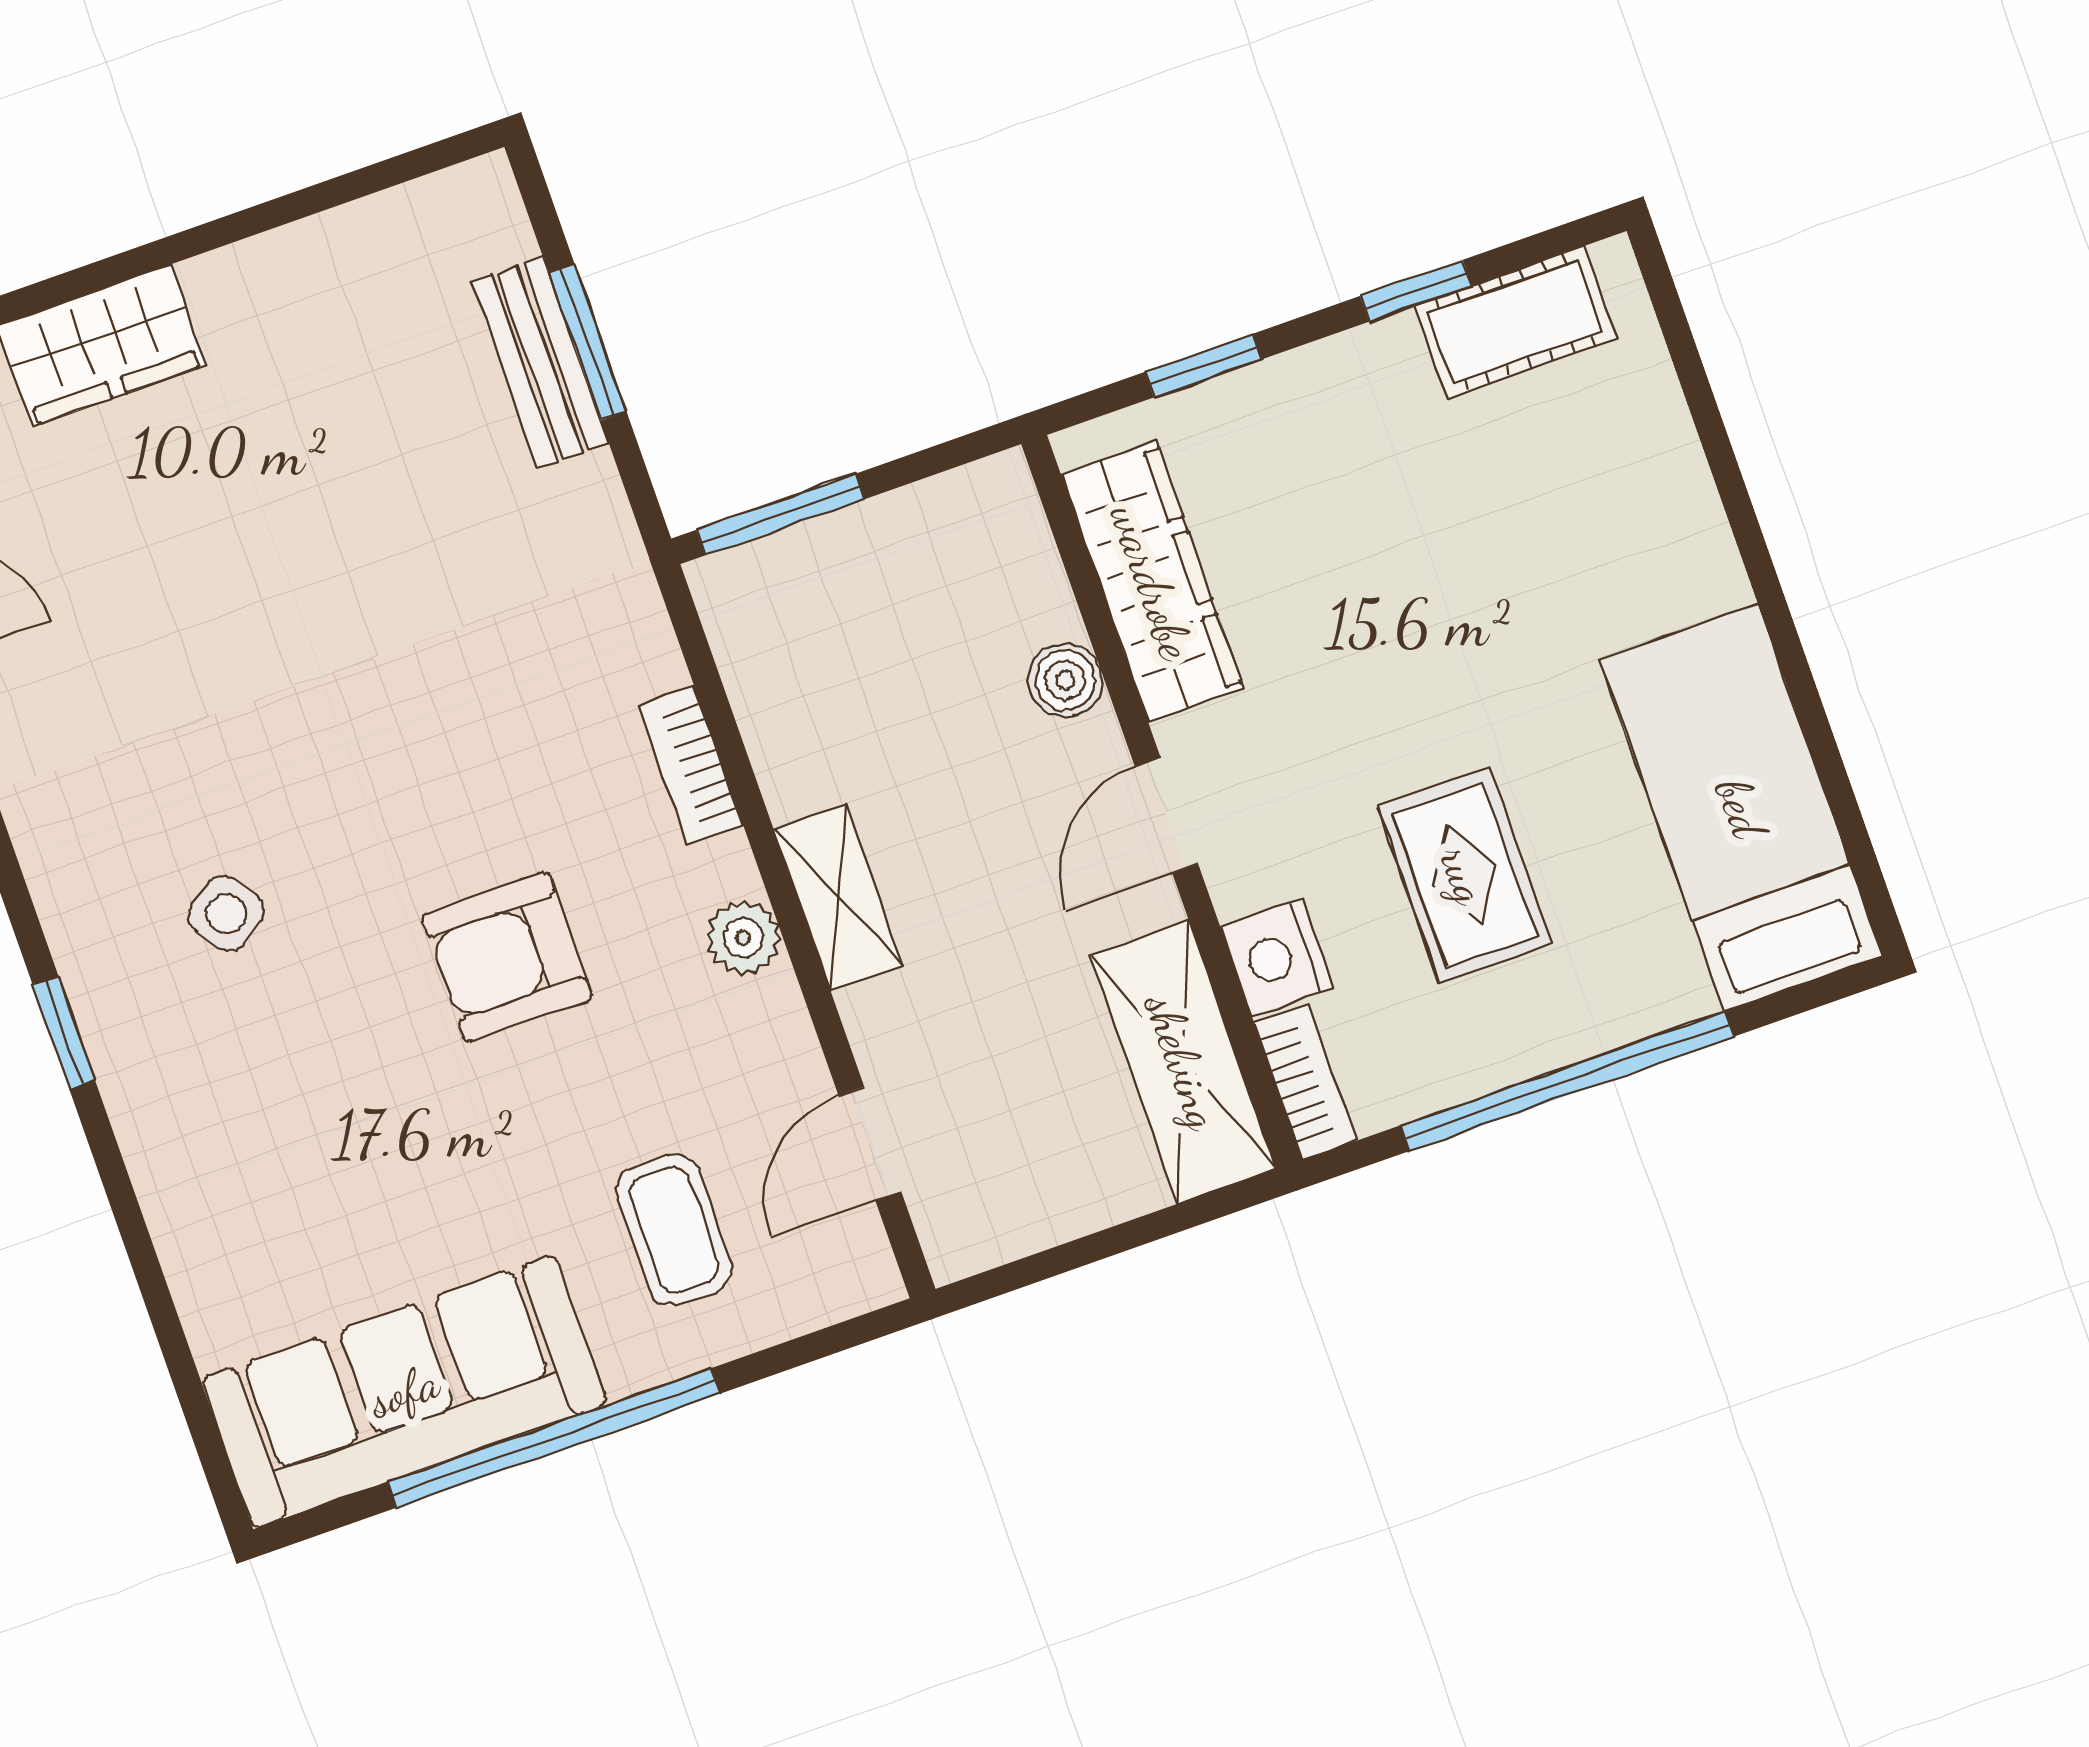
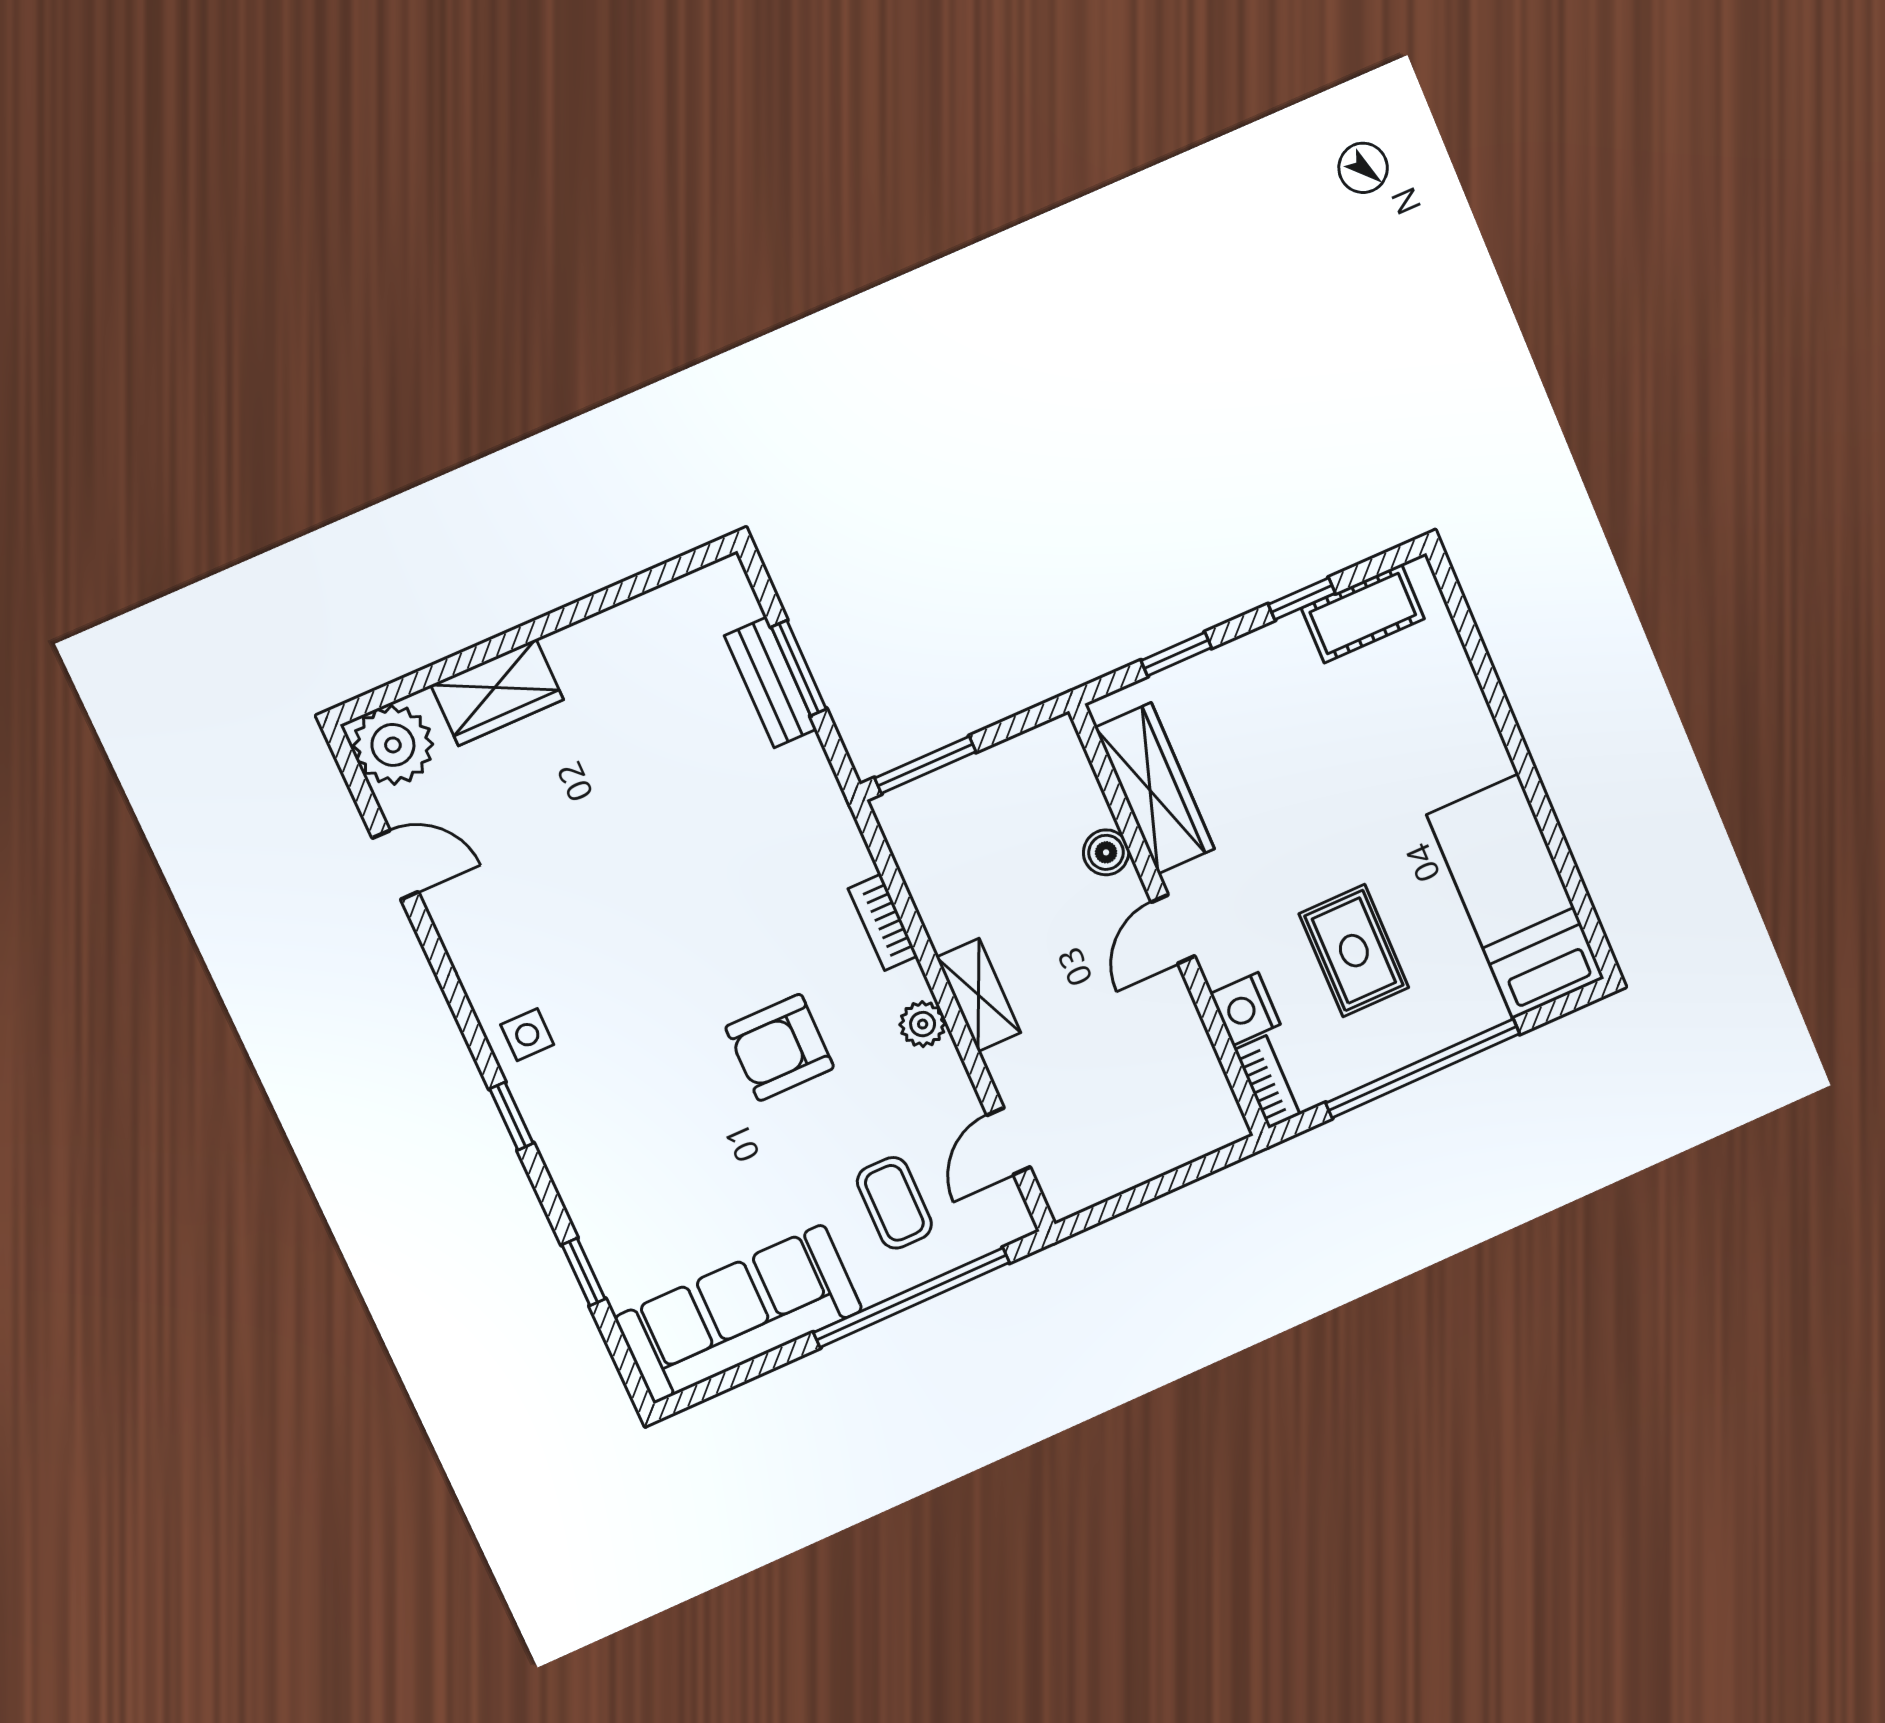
side table: (226, 914) -> (527, 1035), moved, turned 35
shelving: (1183, 1062) -> (1193, 1077), removed
window: (158, 1299) -> (584, 1272), added
window: (554, 1438) -> (912, 1298), moved

